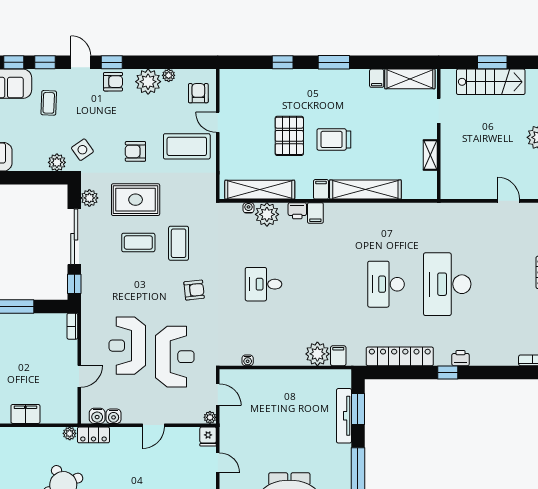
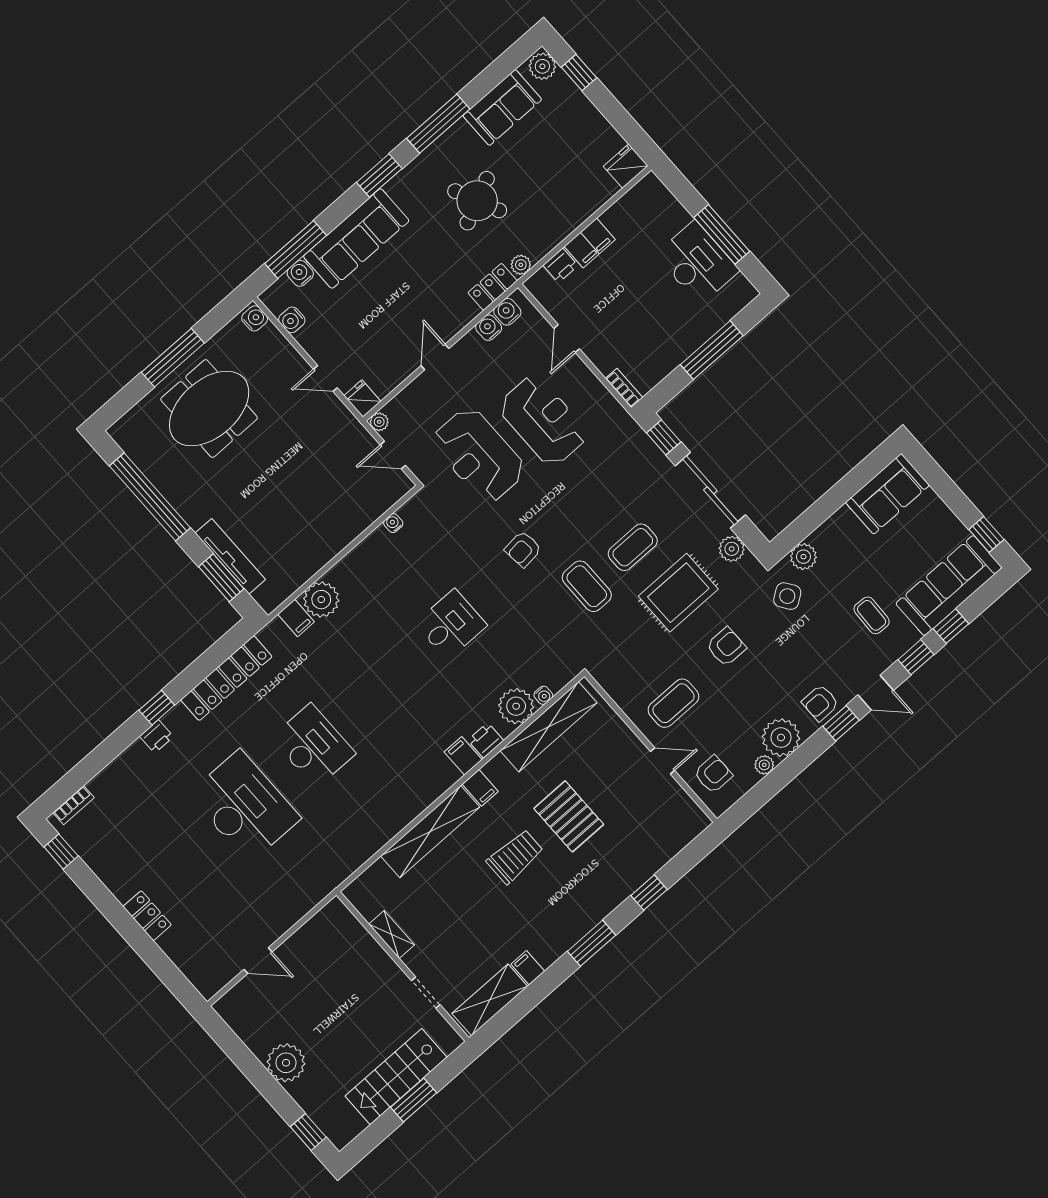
armchair: (198, 93) -> (713, 774), turned -90
coffee table: (187, 146) -> (673, 703), width x0.73, depth x0.76
printer: (50, 416) -> (561, 265), added

